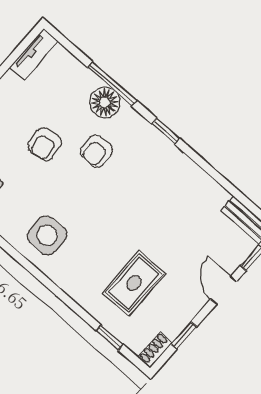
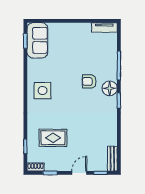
floor lamp: (105, 102) -> (110, 88), moved
armchair: (45, 144) -> (75, 60), removed

